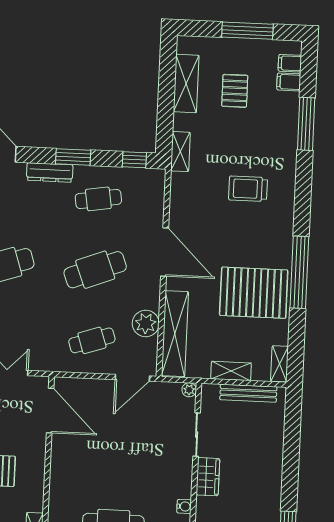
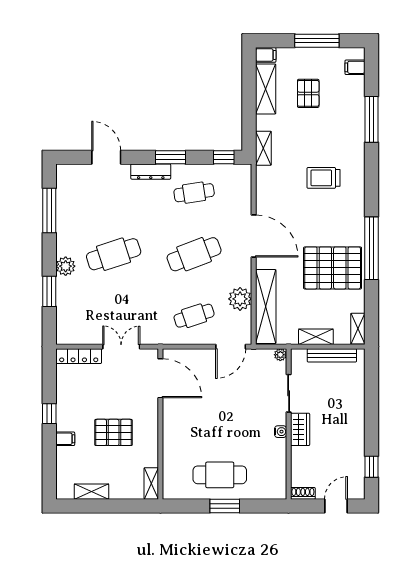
filing cabinet: (289, 82) -> (266, 55), moved, turned 180
water cooler: (184, 506) -> (281, 432), moved

